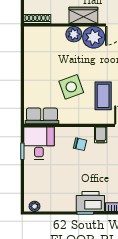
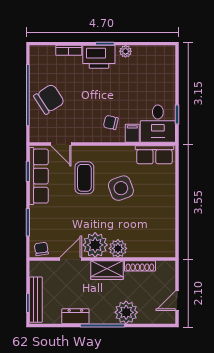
shoe rack: (37, 19) -> (140, 266), moved
filing cabinet: (101, 135) -> (132, 133), moved
plant: (35, 206) -> (126, 51), moved

